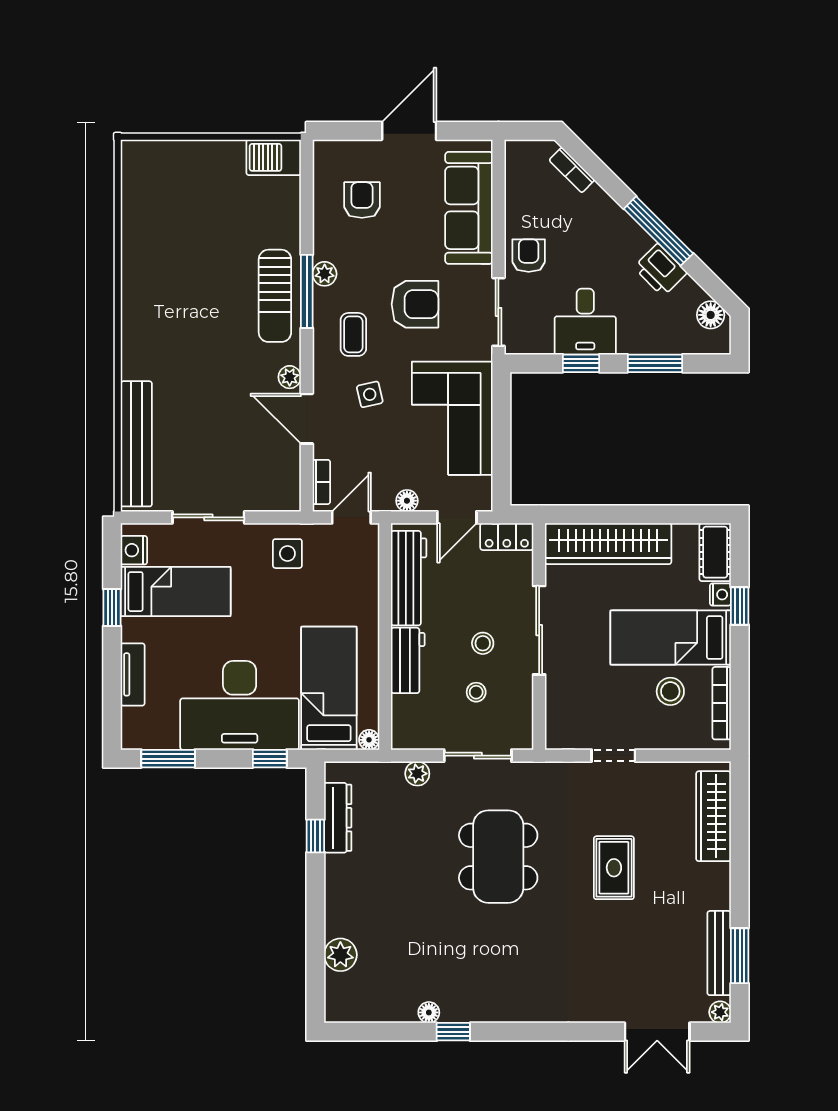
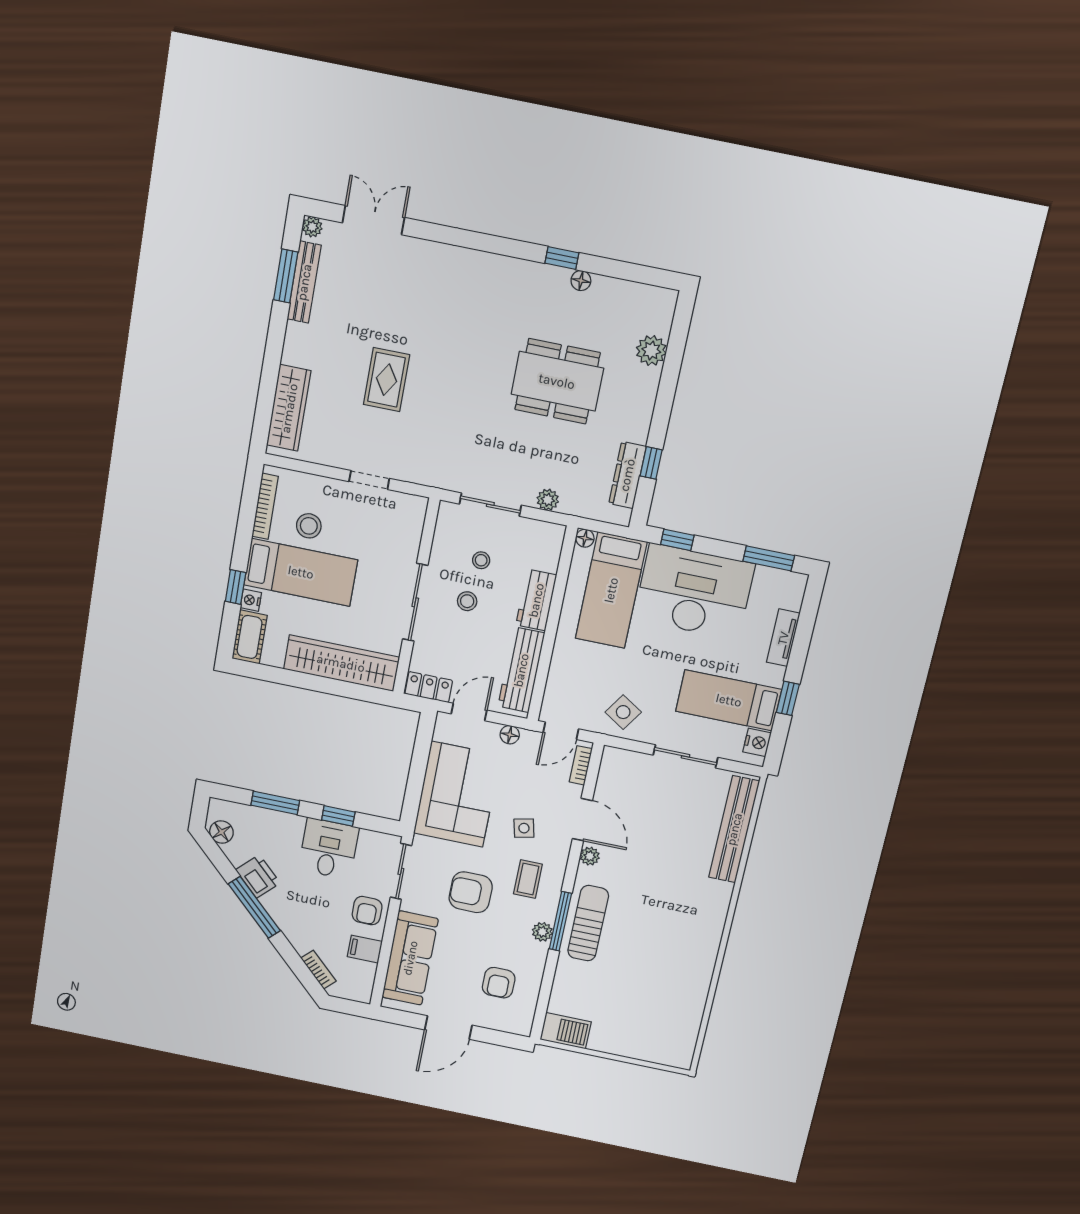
filing cabinet: (523, 208) -> (365, 949), added
side table: (287, 554) -> (623, 712), turned 33
dining table: (498, 857) -> (557, 381), moved, turned 90

